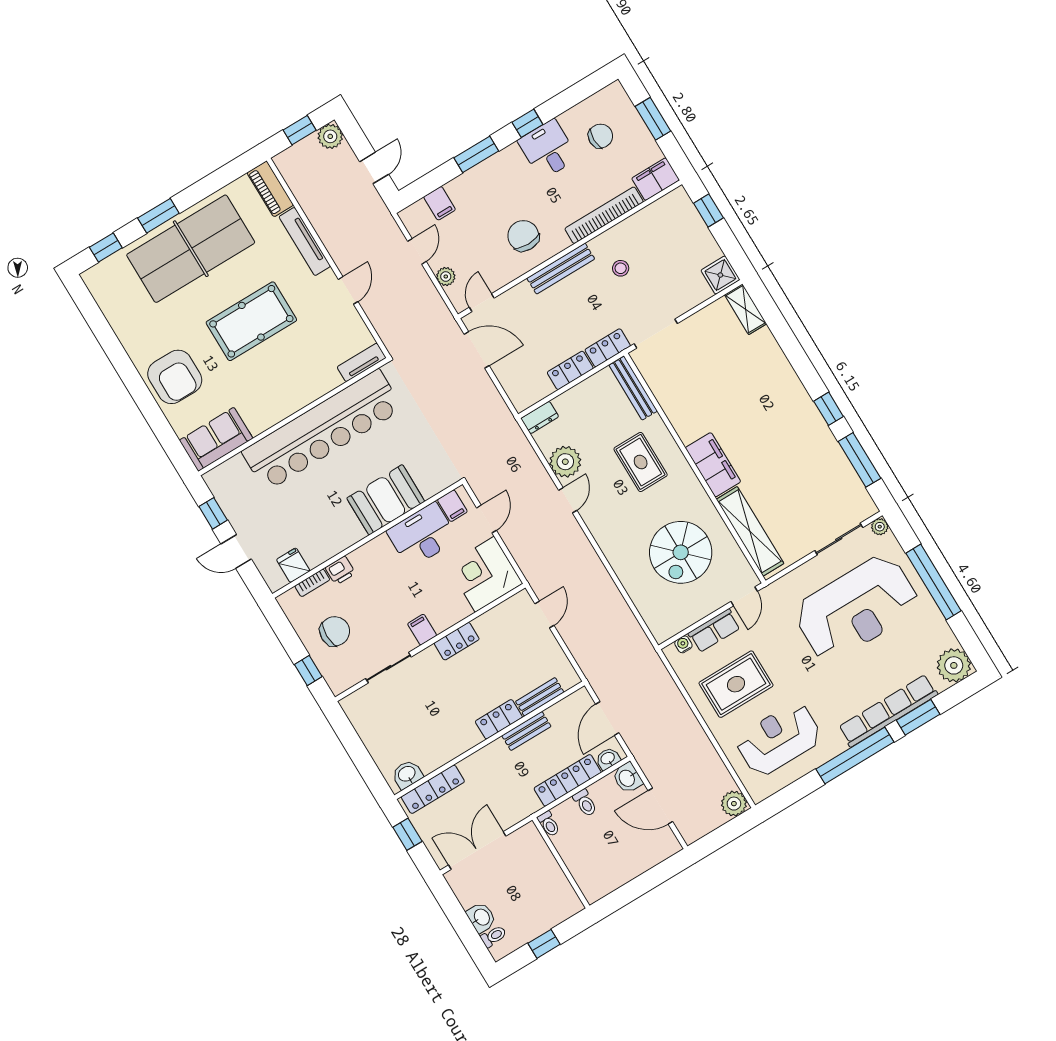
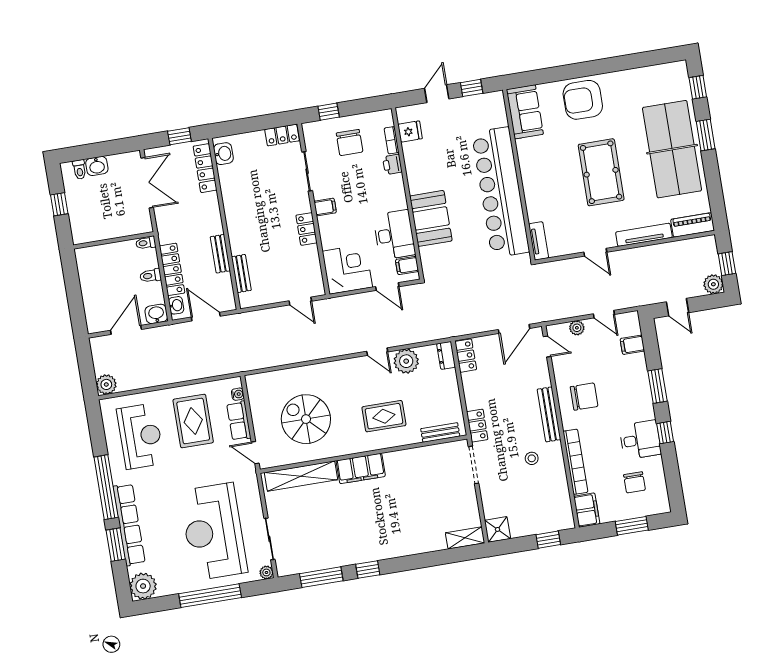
locker: (570, 370) -> (466, 356), moved
bench: (633, 388) -> (440, 432), width x0.73
locker: (499, 719) -> (282, 135), moved, turned 90

